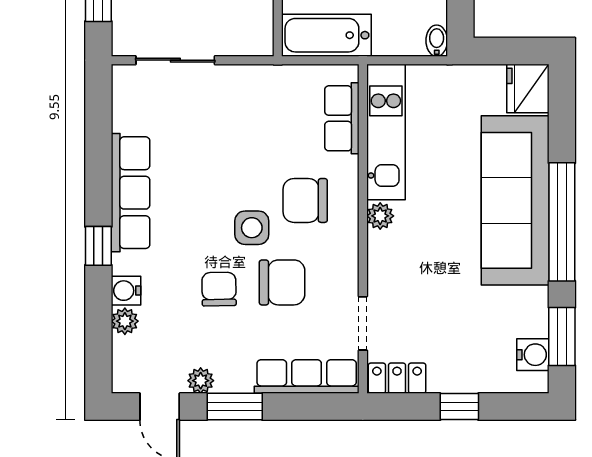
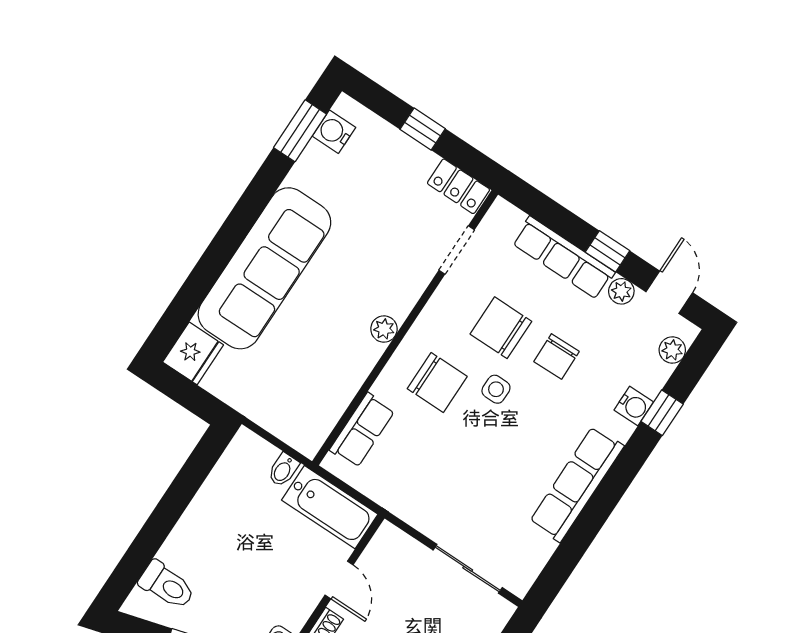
bidet: (437, 41) -> (283, 470), moved
kitchen unit: (386, 132) -> (334, 395), removed
window: (562, 222) -> (238, 225), removed
side table: (252, 228) -> (496, 389), width x0.73, depth x0.73
window: (98, 246) -> (662, 413), moved
plant: (125, 321) -> (672, 350), moved
row of seats: (307, 377) -> (563, 258), moved
window: (235, 407) -> (607, 251), width x0.67

